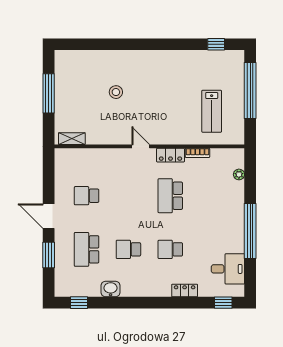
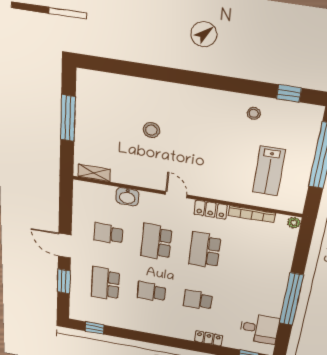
stool: (193, 65) -> (254, 113), added
bookcase: (197, 153) -> (252, 214), width x1.56
plant: (239, 174) -> (294, 223), moved
school desk: (128, 196) -> (156, 242), added
washbasin: (111, 289) -> (127, 197), moved, turned 180

